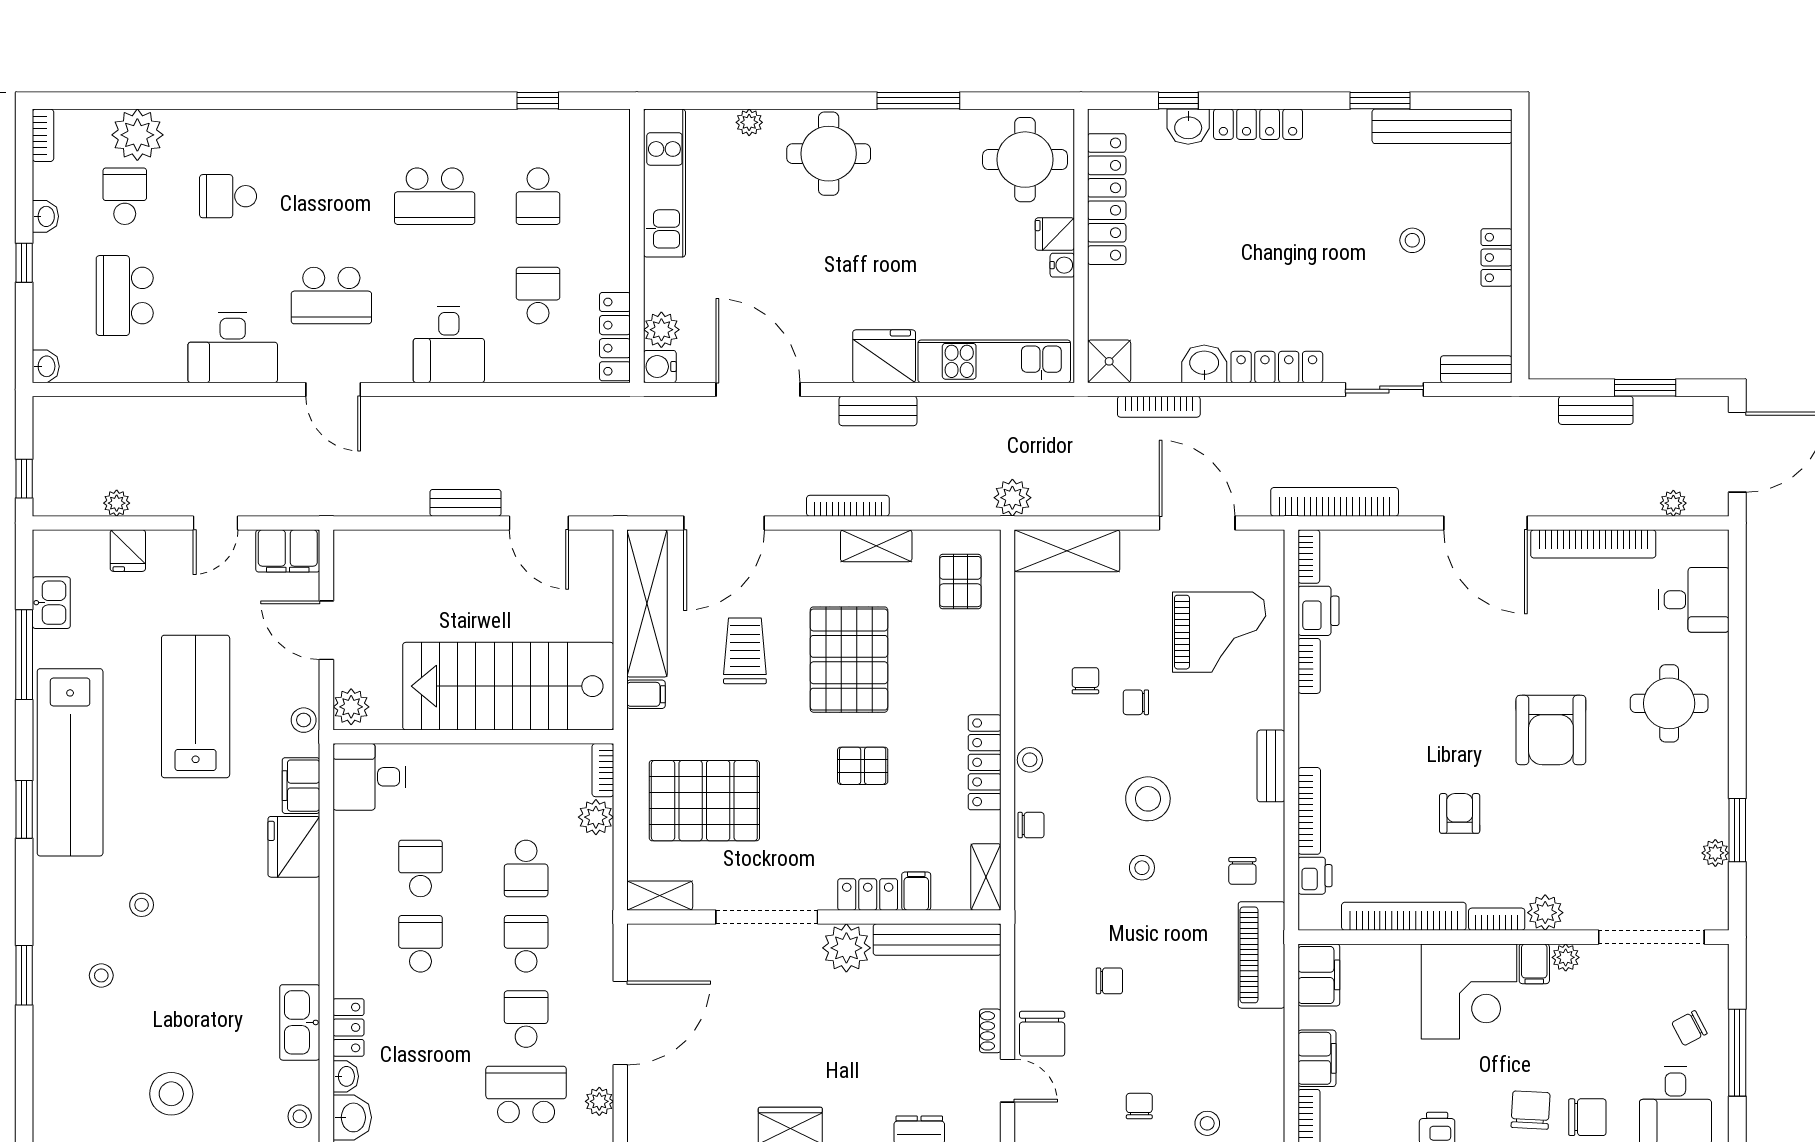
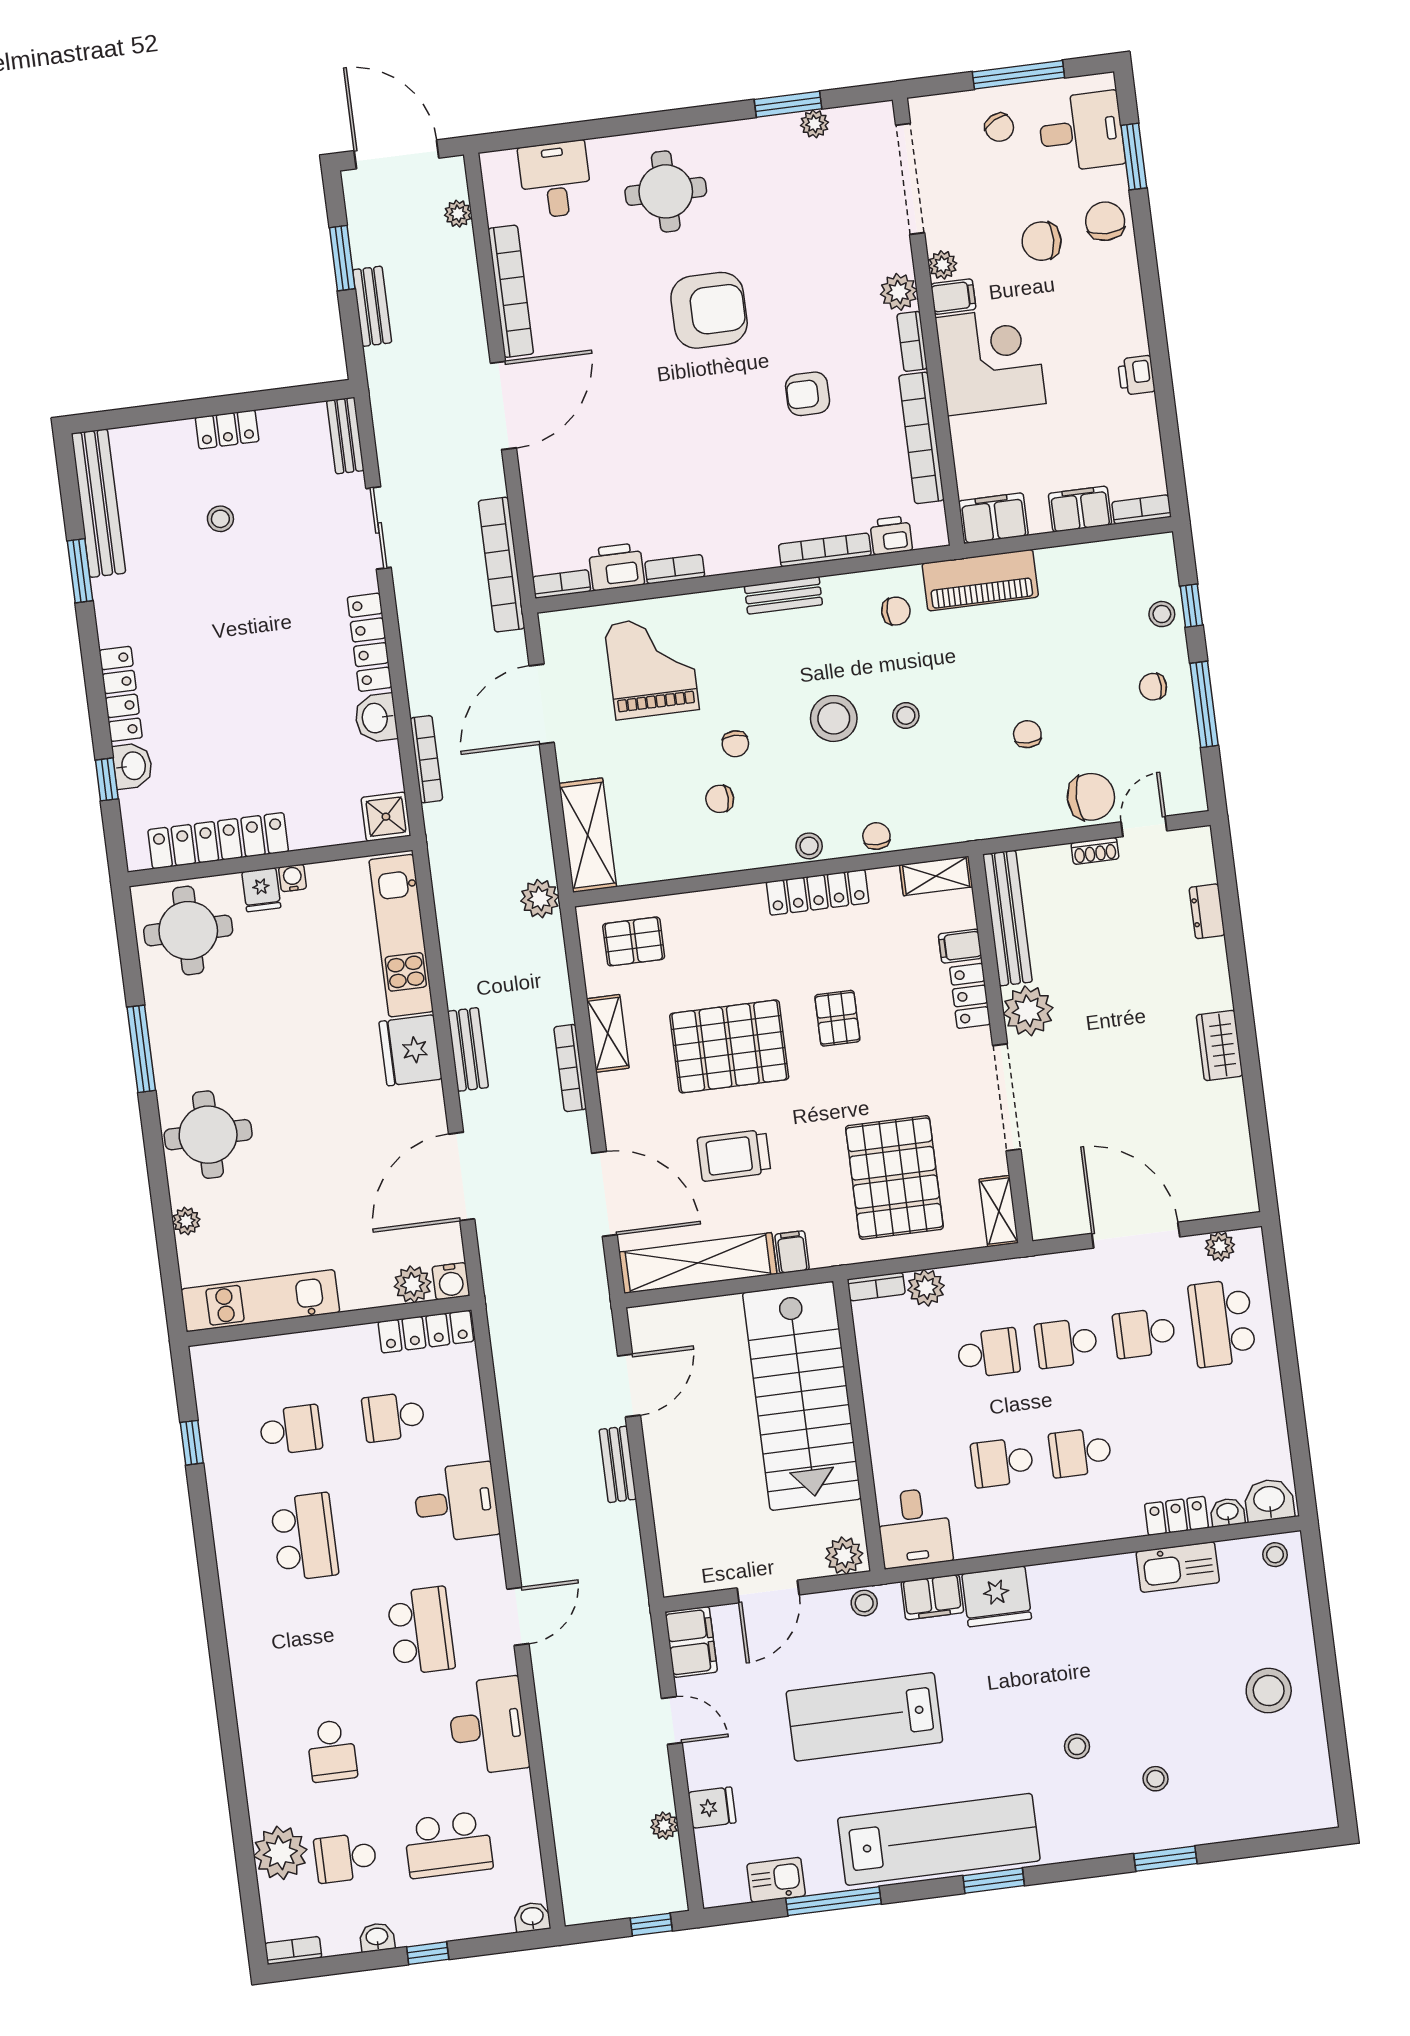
chair: (1530, 1110) -> (1042, 241), moved

